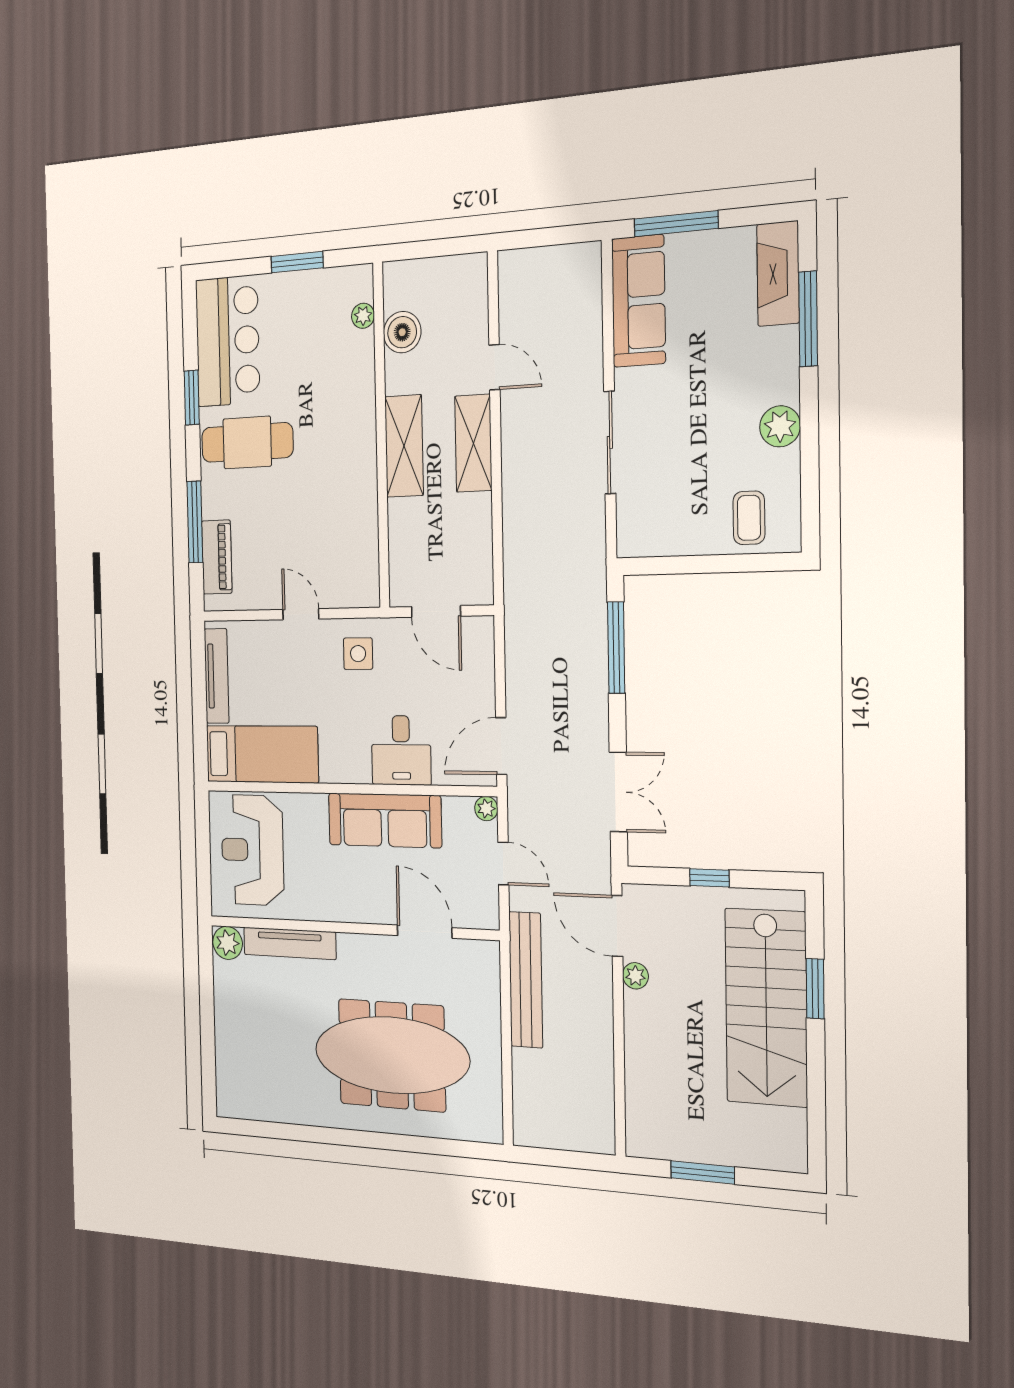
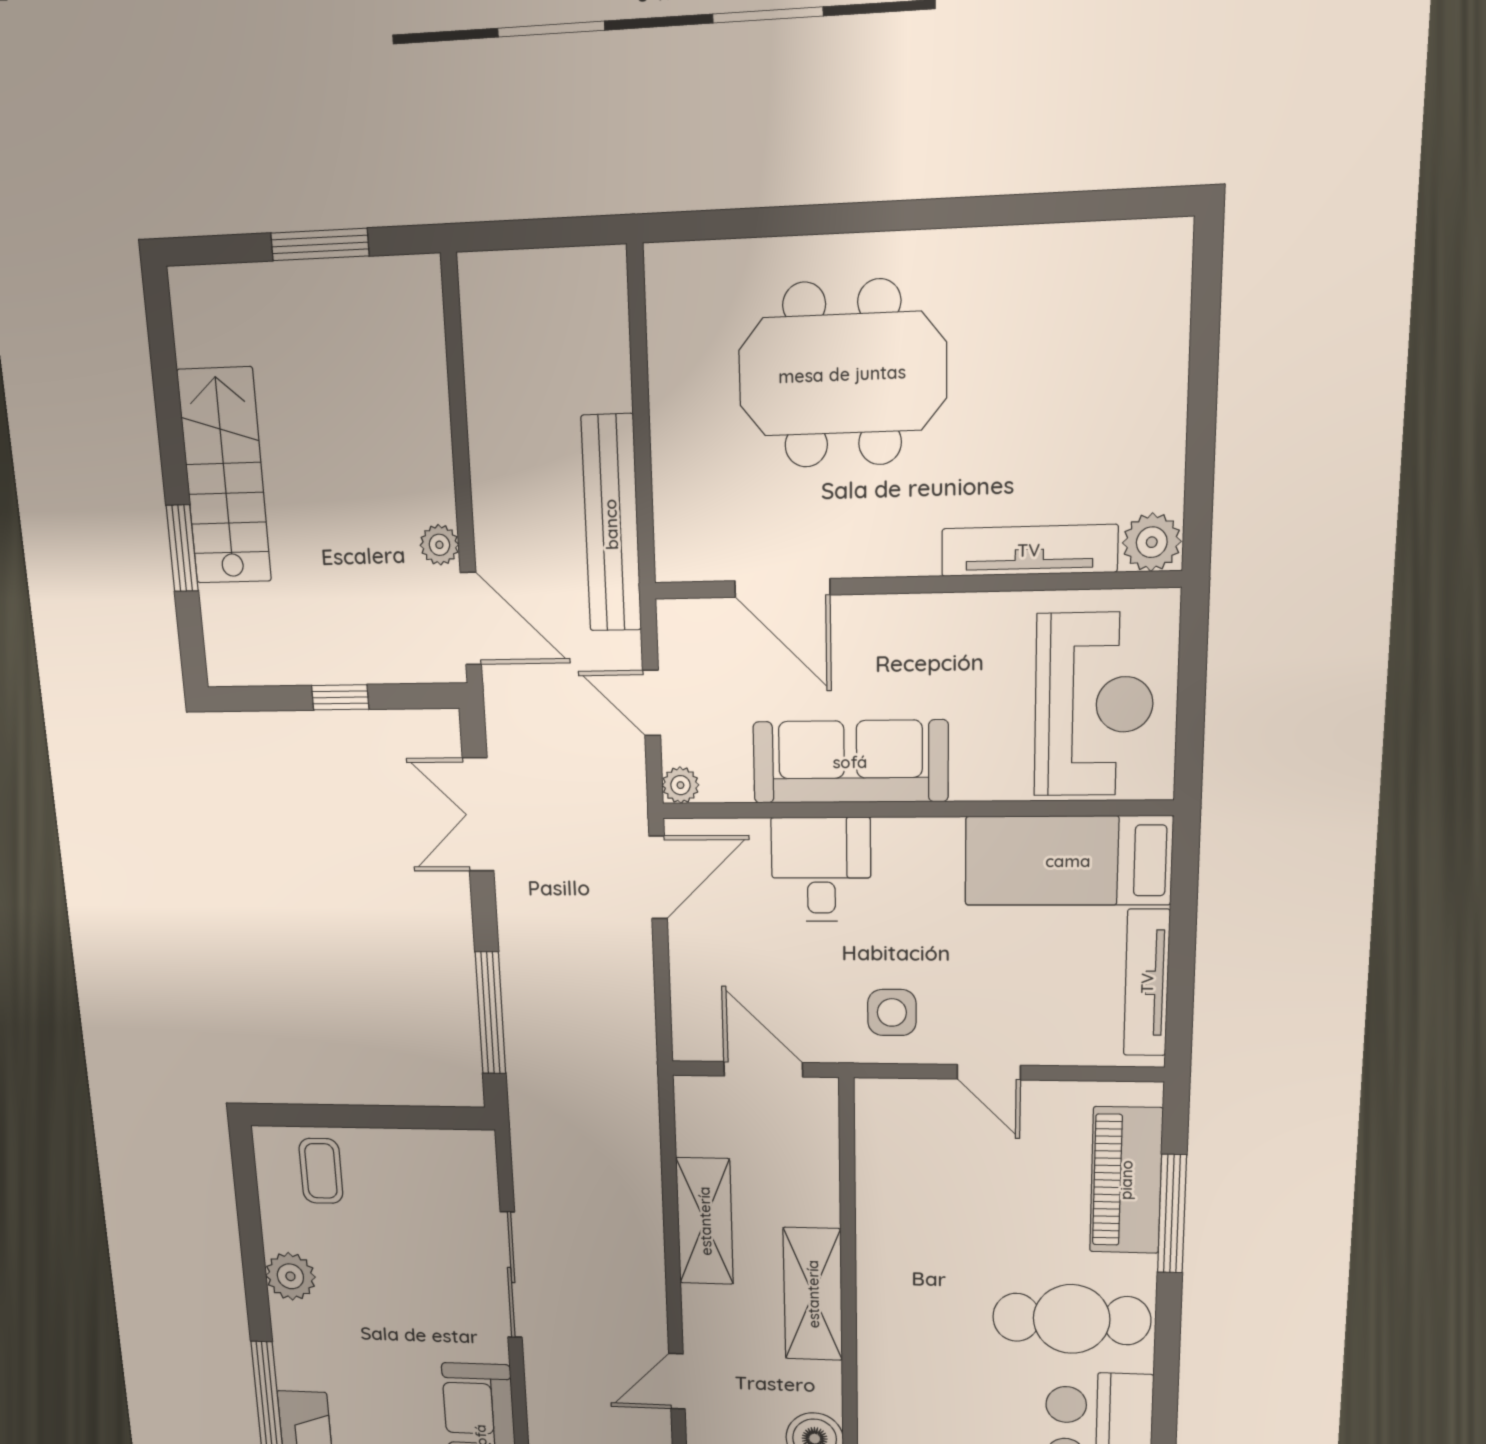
door: (494, 367) -> (677, 1381), hinge flipped
window: (192, 398) -> (1166, 1388), removed
shelving: (473, 443) -> (705, 1221), moved
piano: (217, 557) -> (1126, 1180), width x1.37, depth x1.33
stairs: (766, 1007) -> (224, 476), width x0.73, depth x0.66
meeting table: (392, 1055) -> (842, 374), width x0.73

